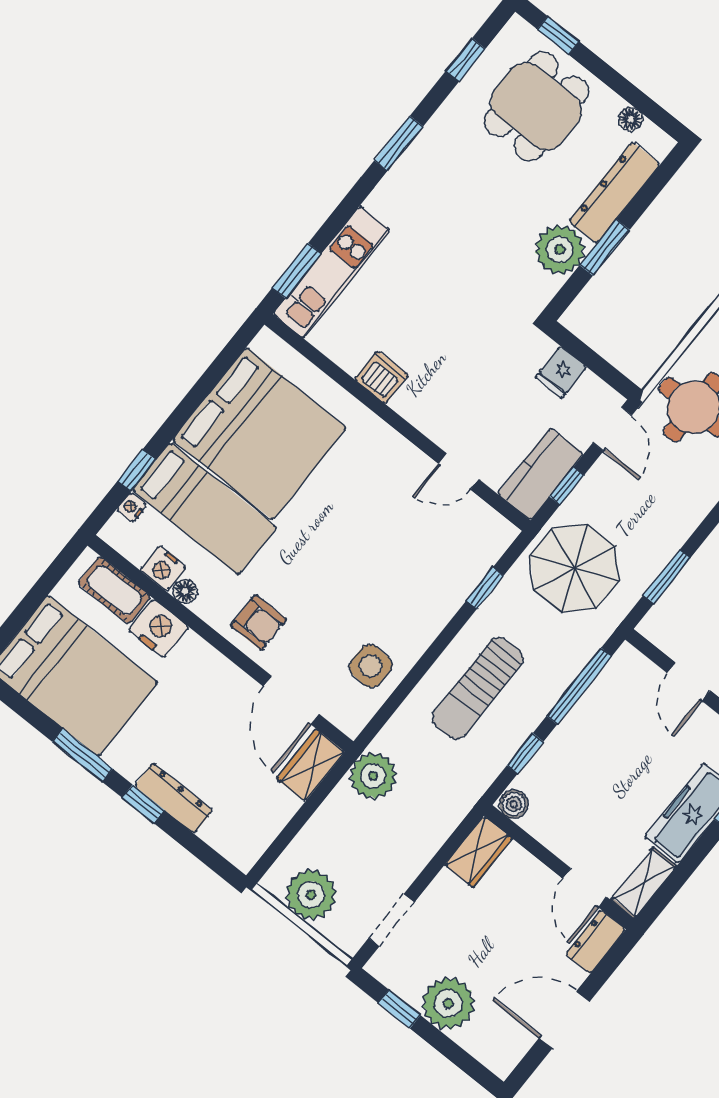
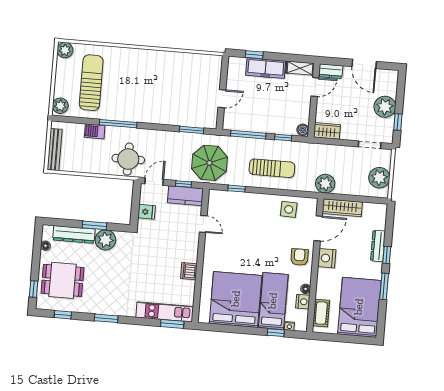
nightstand: (159, 629) -> (327, 258), moved
wardrobe: (311, 765) -> (342, 208), width x1.50

